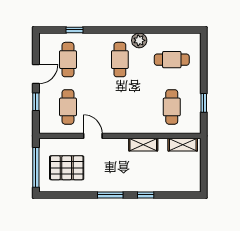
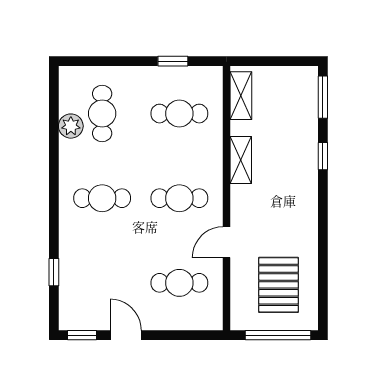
plant: (139, 40) -> (71, 126), moved
cafe table: (68, 60) -> (179, 198), moved
window: (36, 102) -> (82, 335), moved
window: (110, 195) -> (323, 97), moved

